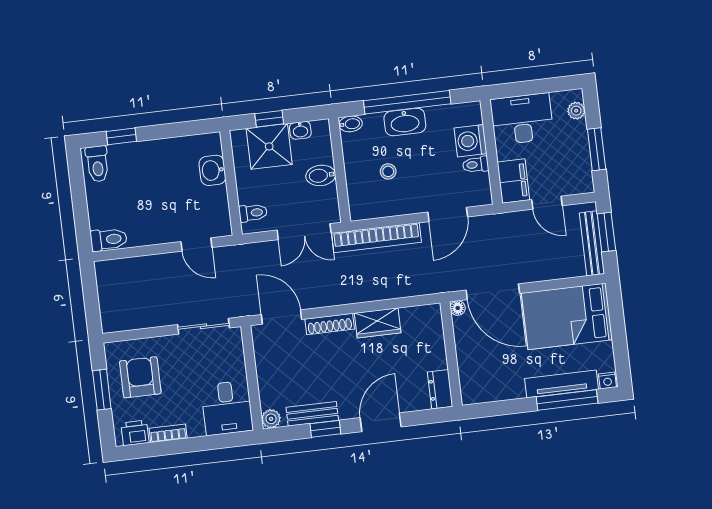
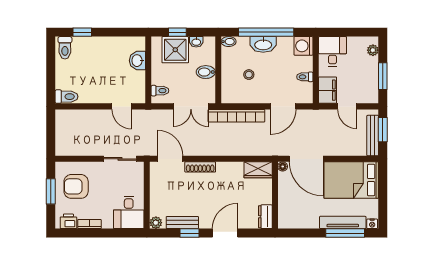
desk: (522, 119) -> (332, 51), width x0.73
washing machine: (471, 141) -> (303, 46), moved
wardrobe: (378, 323) -> (258, 170), moved
armchair: (140, 377) -> (76, 186), turned -90

